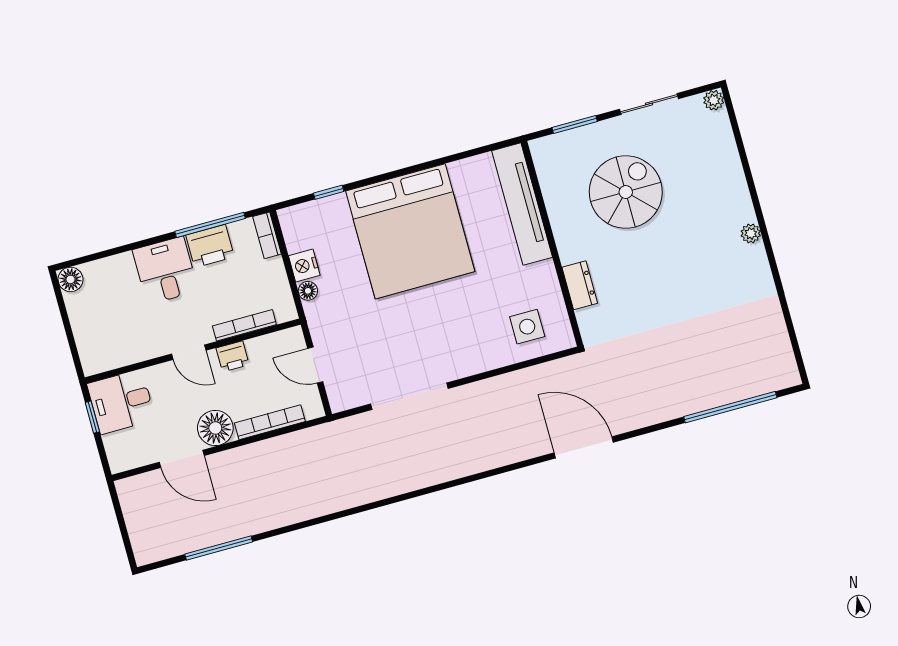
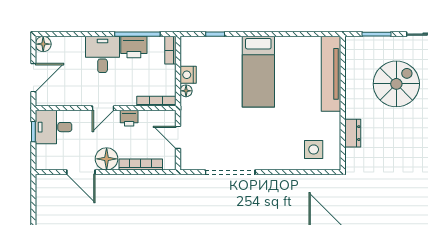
bed: (410, 231) -> (258, 72), width x0.49
bookcase: (244, 325) -> (156, 101), moved
door: (70, 335) -> (33, 78), added
door: (189, 352) -> (103, 108), hinge flipped

